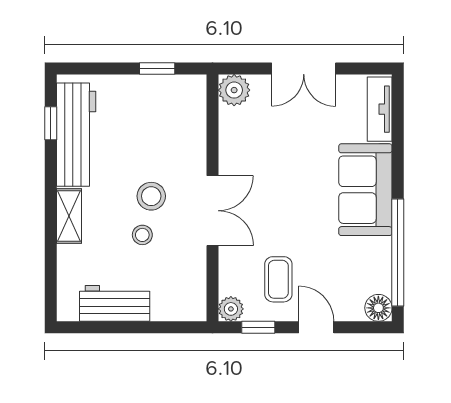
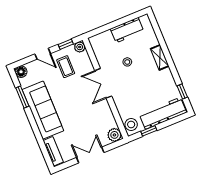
workbench: (76, 135) -> (163, 113), moved, turned 90
sofa: (365, 190) -> (43, 110), width x1.36
stool: (151, 196) -> (131, 124), moved
window: (398, 253) -> (22, 97), width x0.47

